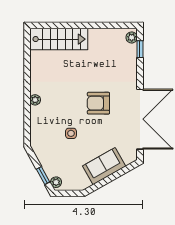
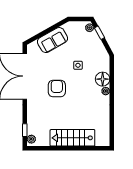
stairs: (59, 39) -> (72, 138), moved
armchair: (98, 103) -> (57, 88), turned -90
floor lamp: (39, 115) -> (103, 79), added

